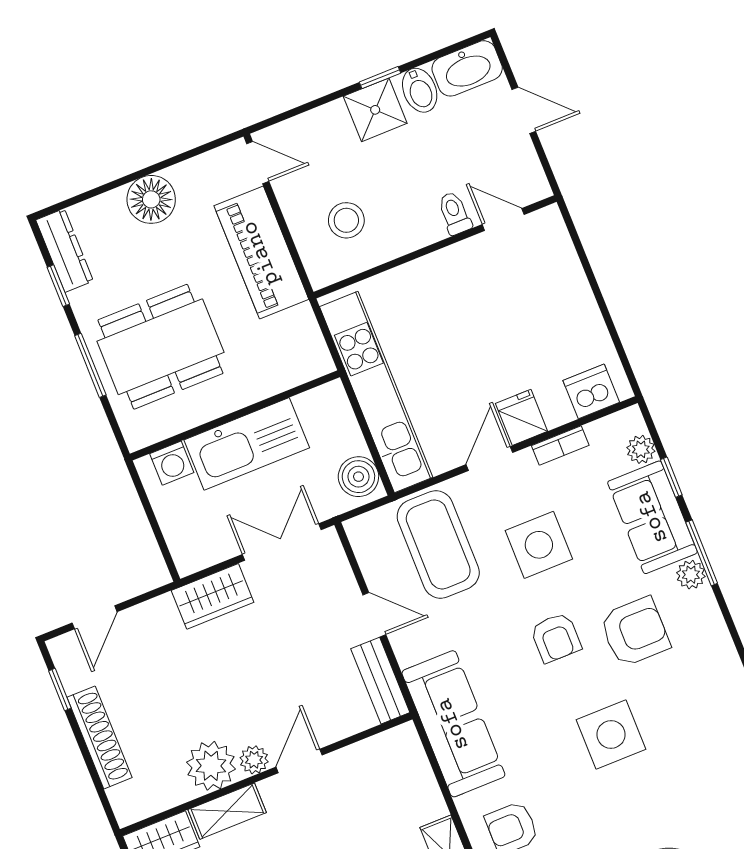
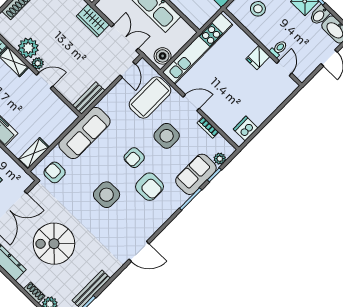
dishwasher: (591, 391) -> (246, 129), moved, turned -90
fridge: (522, 417) -> (258, 58), moved, turned 180
plant: (691, 575) -> (181, 198), removed
door: (374, 615) -> (128, 70), moved

